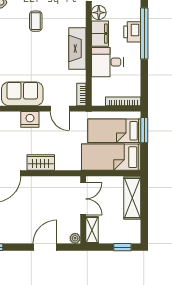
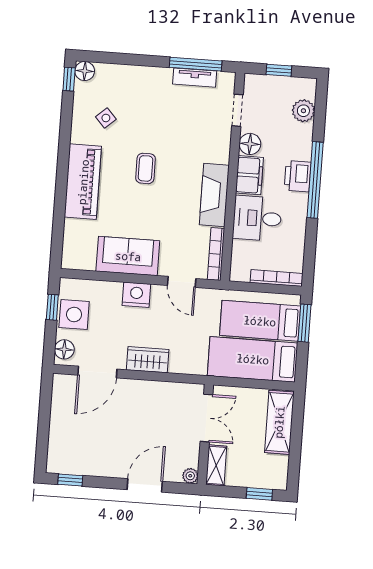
coffee table: (36, 21) -> (146, 168), moved
bookcase: (81, 94) -> (216, 254), width x1.56

